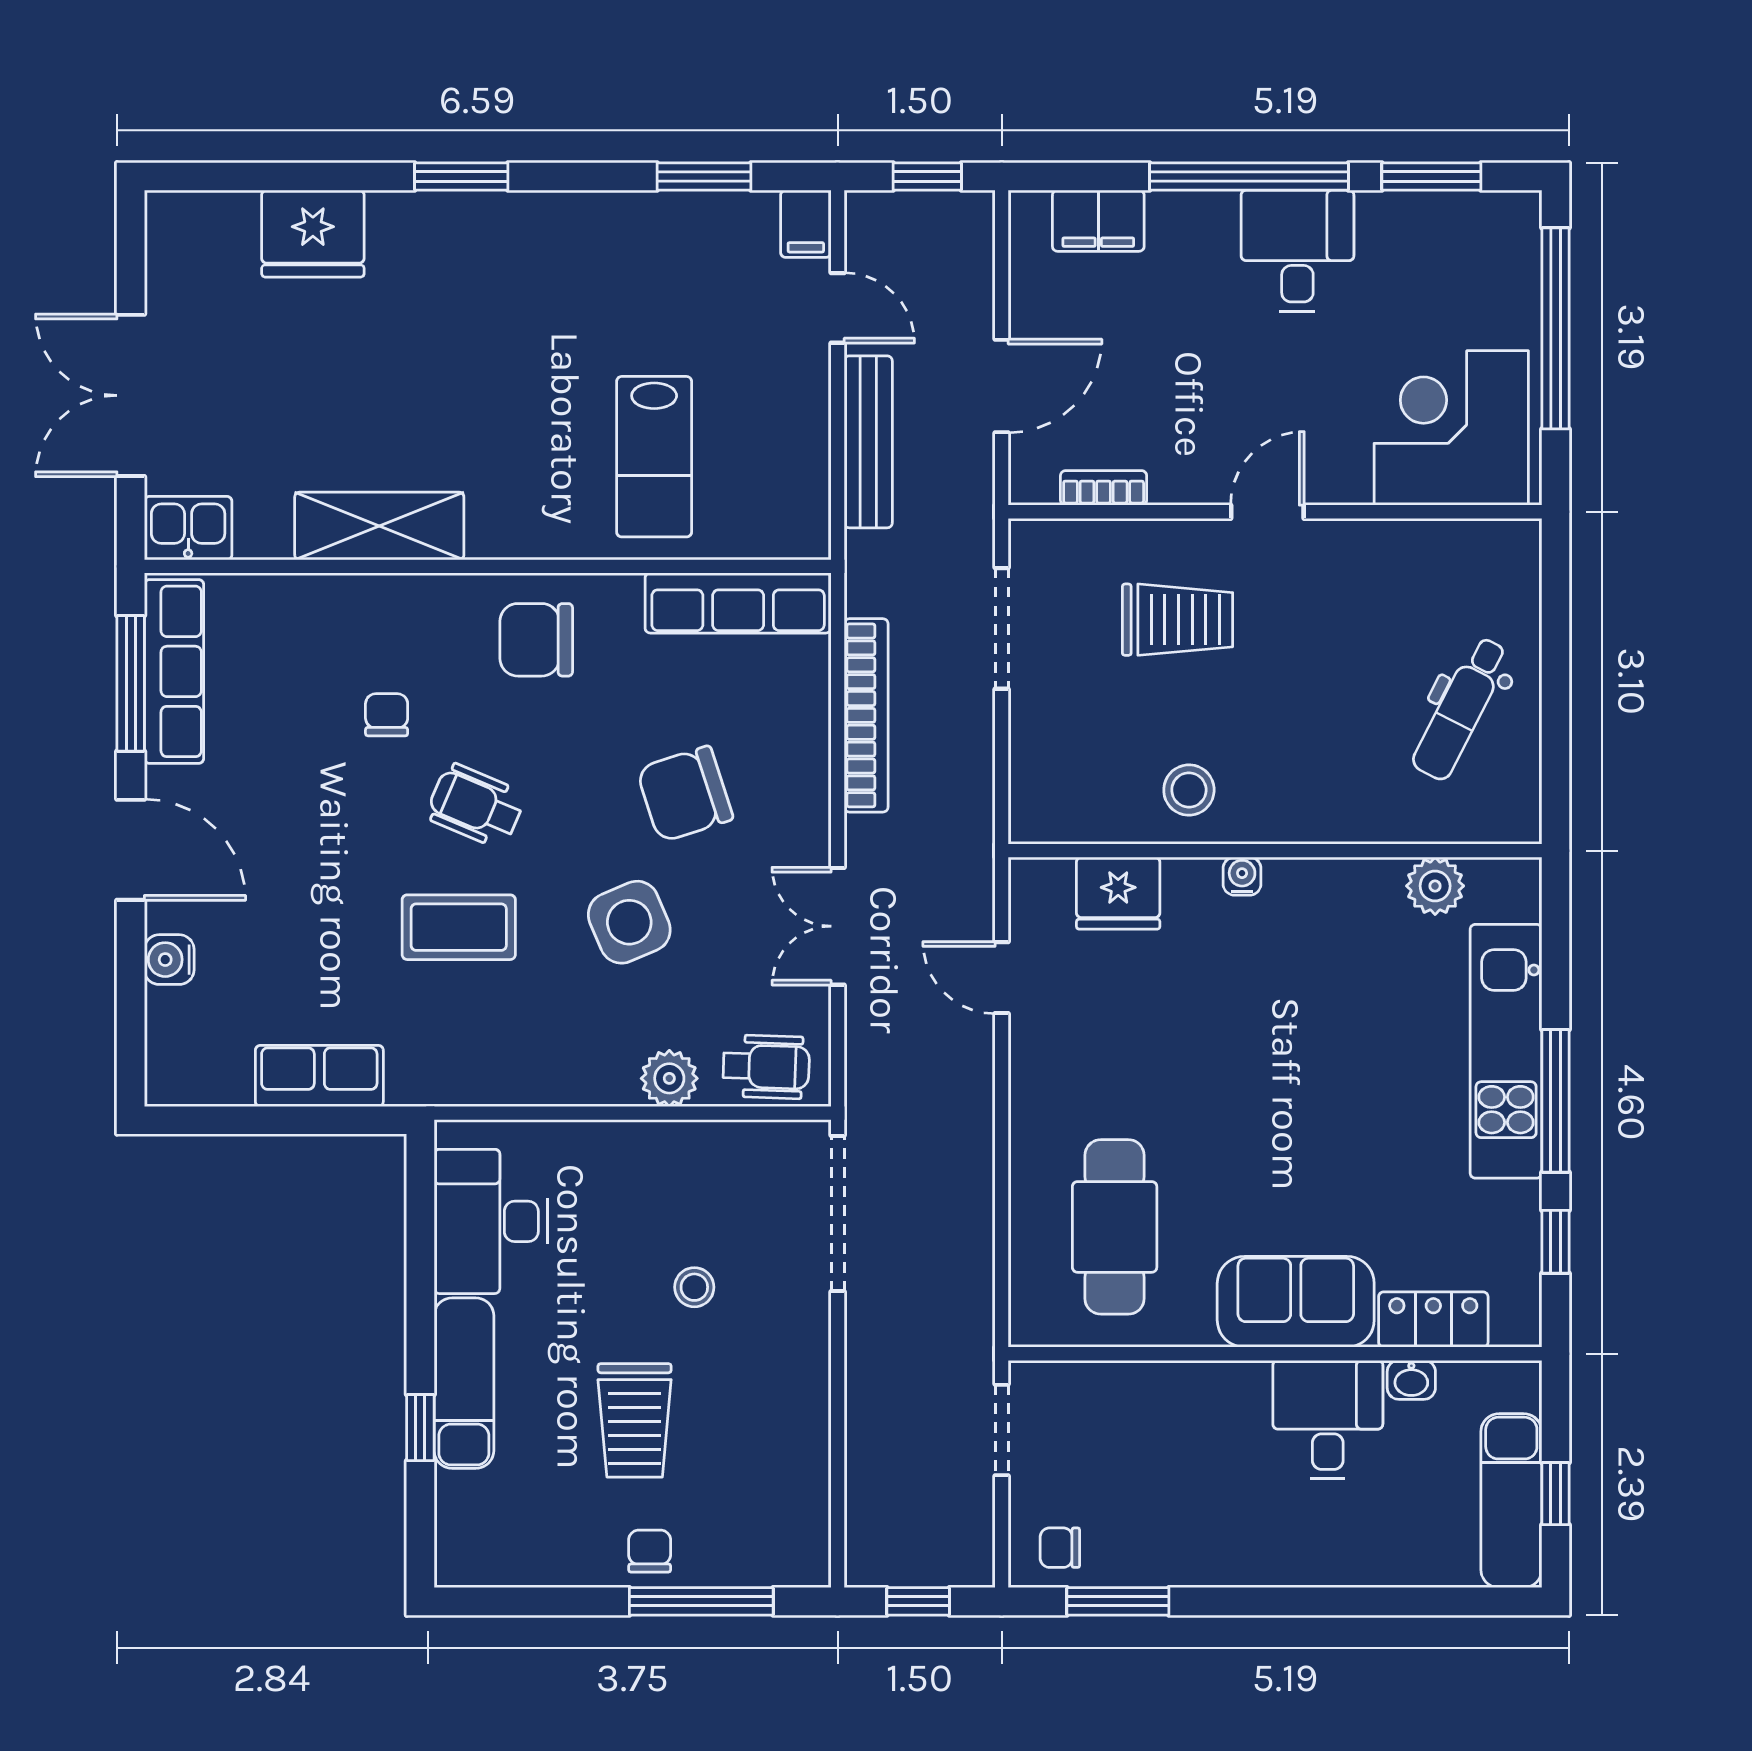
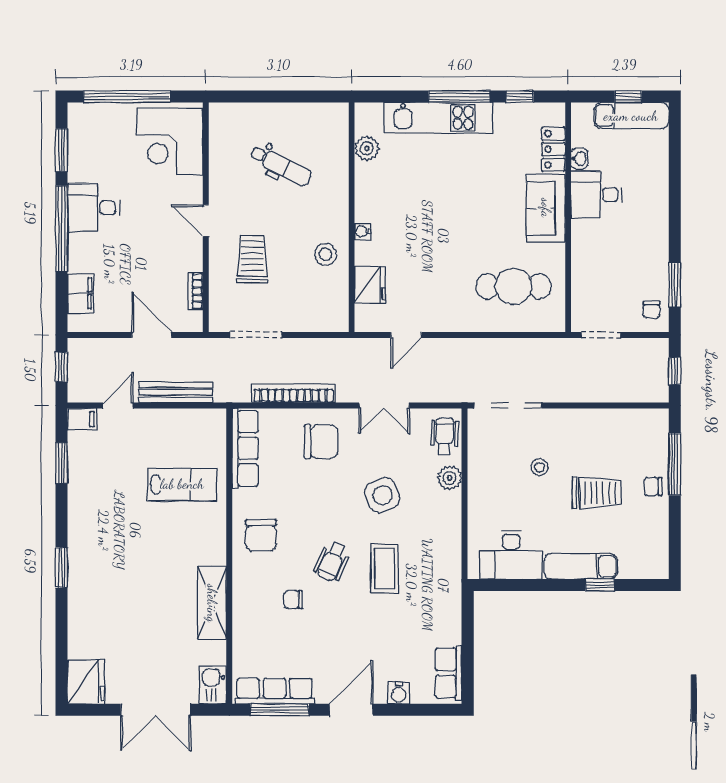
fridge: (313, 234) -> (86, 682), moved
dental chair: (1461, 709) -> (281, 166), moved
chair: (685, 794) -> (321, 442), moved, turned -72
row of seats: (319, 1076) -> (449, 673), moved

